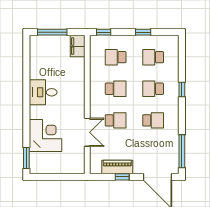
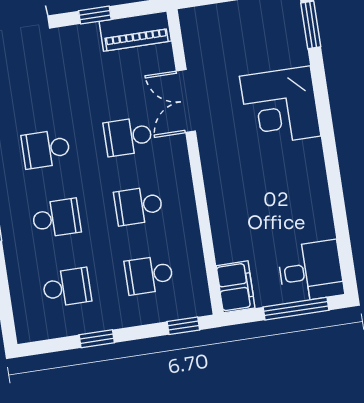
school desk: (116, 57) -> (149, 275), turned 180
desk: (43, 92) -> (311, 271), moved
corner desk: (46, 135) -> (280, 106), moved
piano: (117, 167) -> (135, 31), moved

